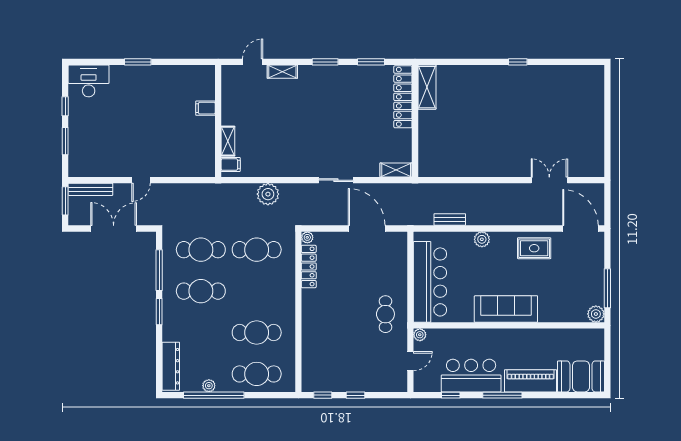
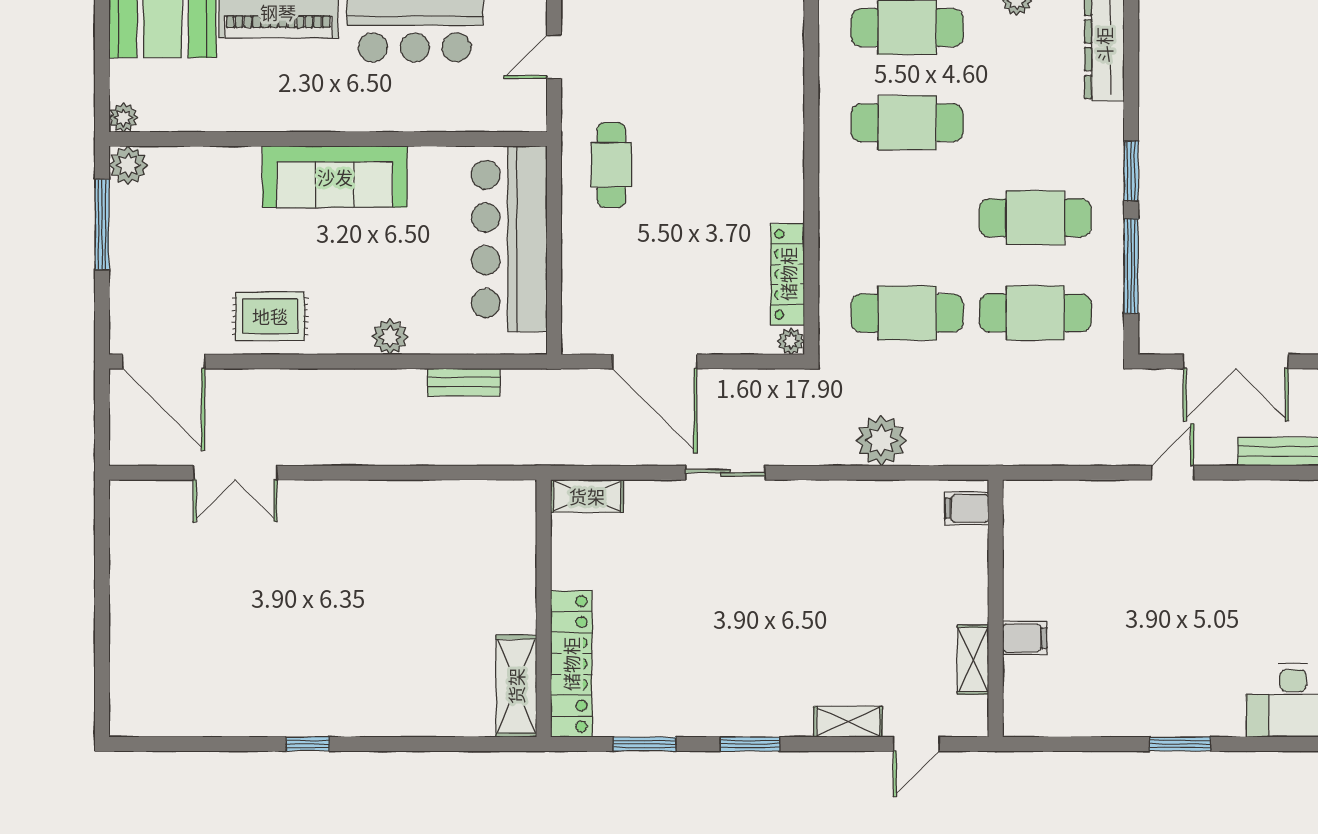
shelving: (228, 141) -> (973, 660), moved
plant: (420, 335) -> (123, 118), moved

